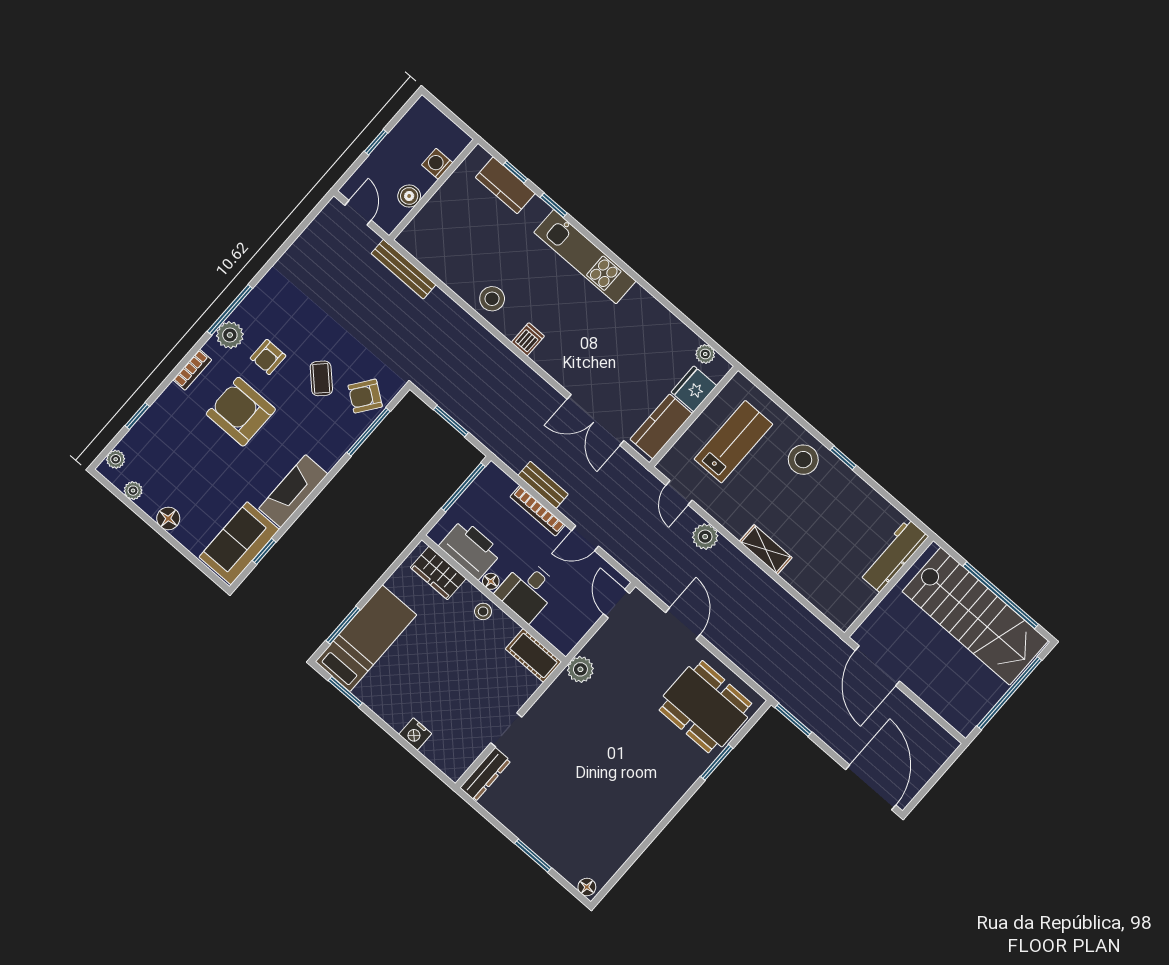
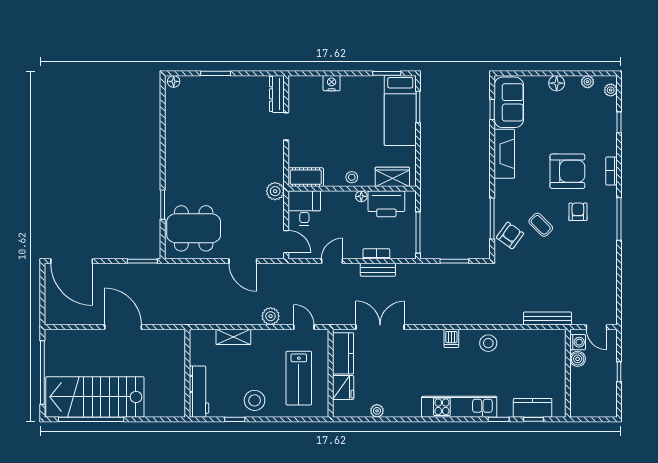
washing machine: (437, 164) -> (578, 342), moved
plant: (230, 335) -> (608, 206), removed
plant: (705, 354) -> (377, 411), moved
bookcase: (538, 511) -> (376, 254), width x0.64
workbench: (894, 555) -> (199, 392), moved
wall: (889, 587) -> (187, 373), moved
desk: (527, 590) -> (304, 208), moved

